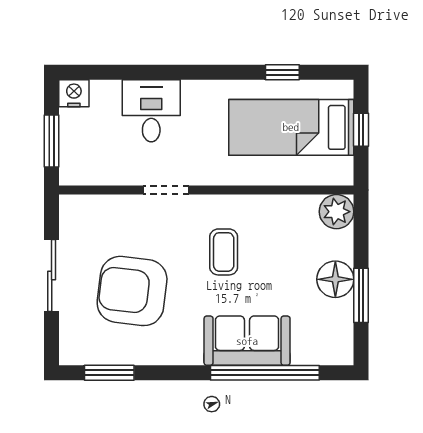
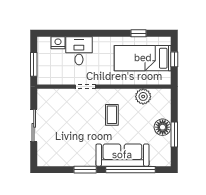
nightstand: (74, 93) -> (58, 43), moved
plant: (337, 212) -> (143, 96), moved
armchair: (132, 291) -> (70, 133), removed
sofa: (247, 341) -> (122, 155), width x1.36
window: (109, 373) -> (85, 170), moved

